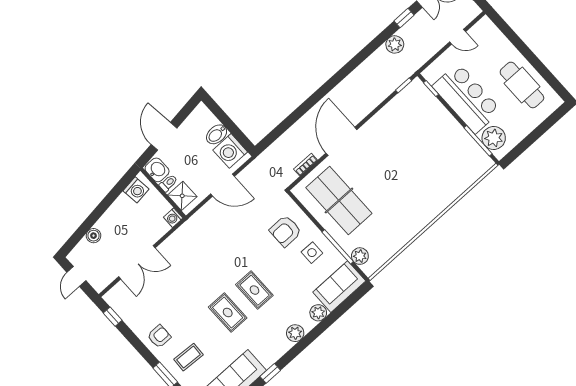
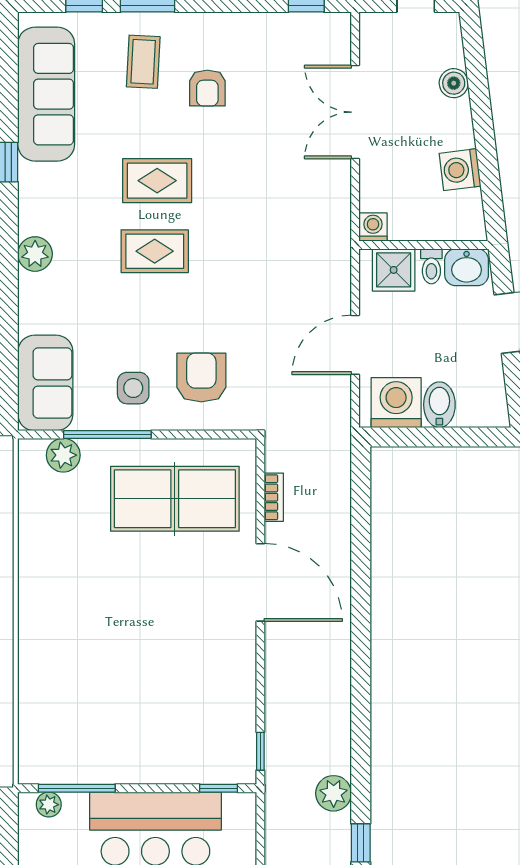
plant: (494, 138) -> (49, 805), width x0.53, depth x0.53
washing machine: (136, 190) -> (460, 170), moved
plant: (318, 313) -> (34, 316), removed
armchair: (159, 336) -> (207, 88), moved

